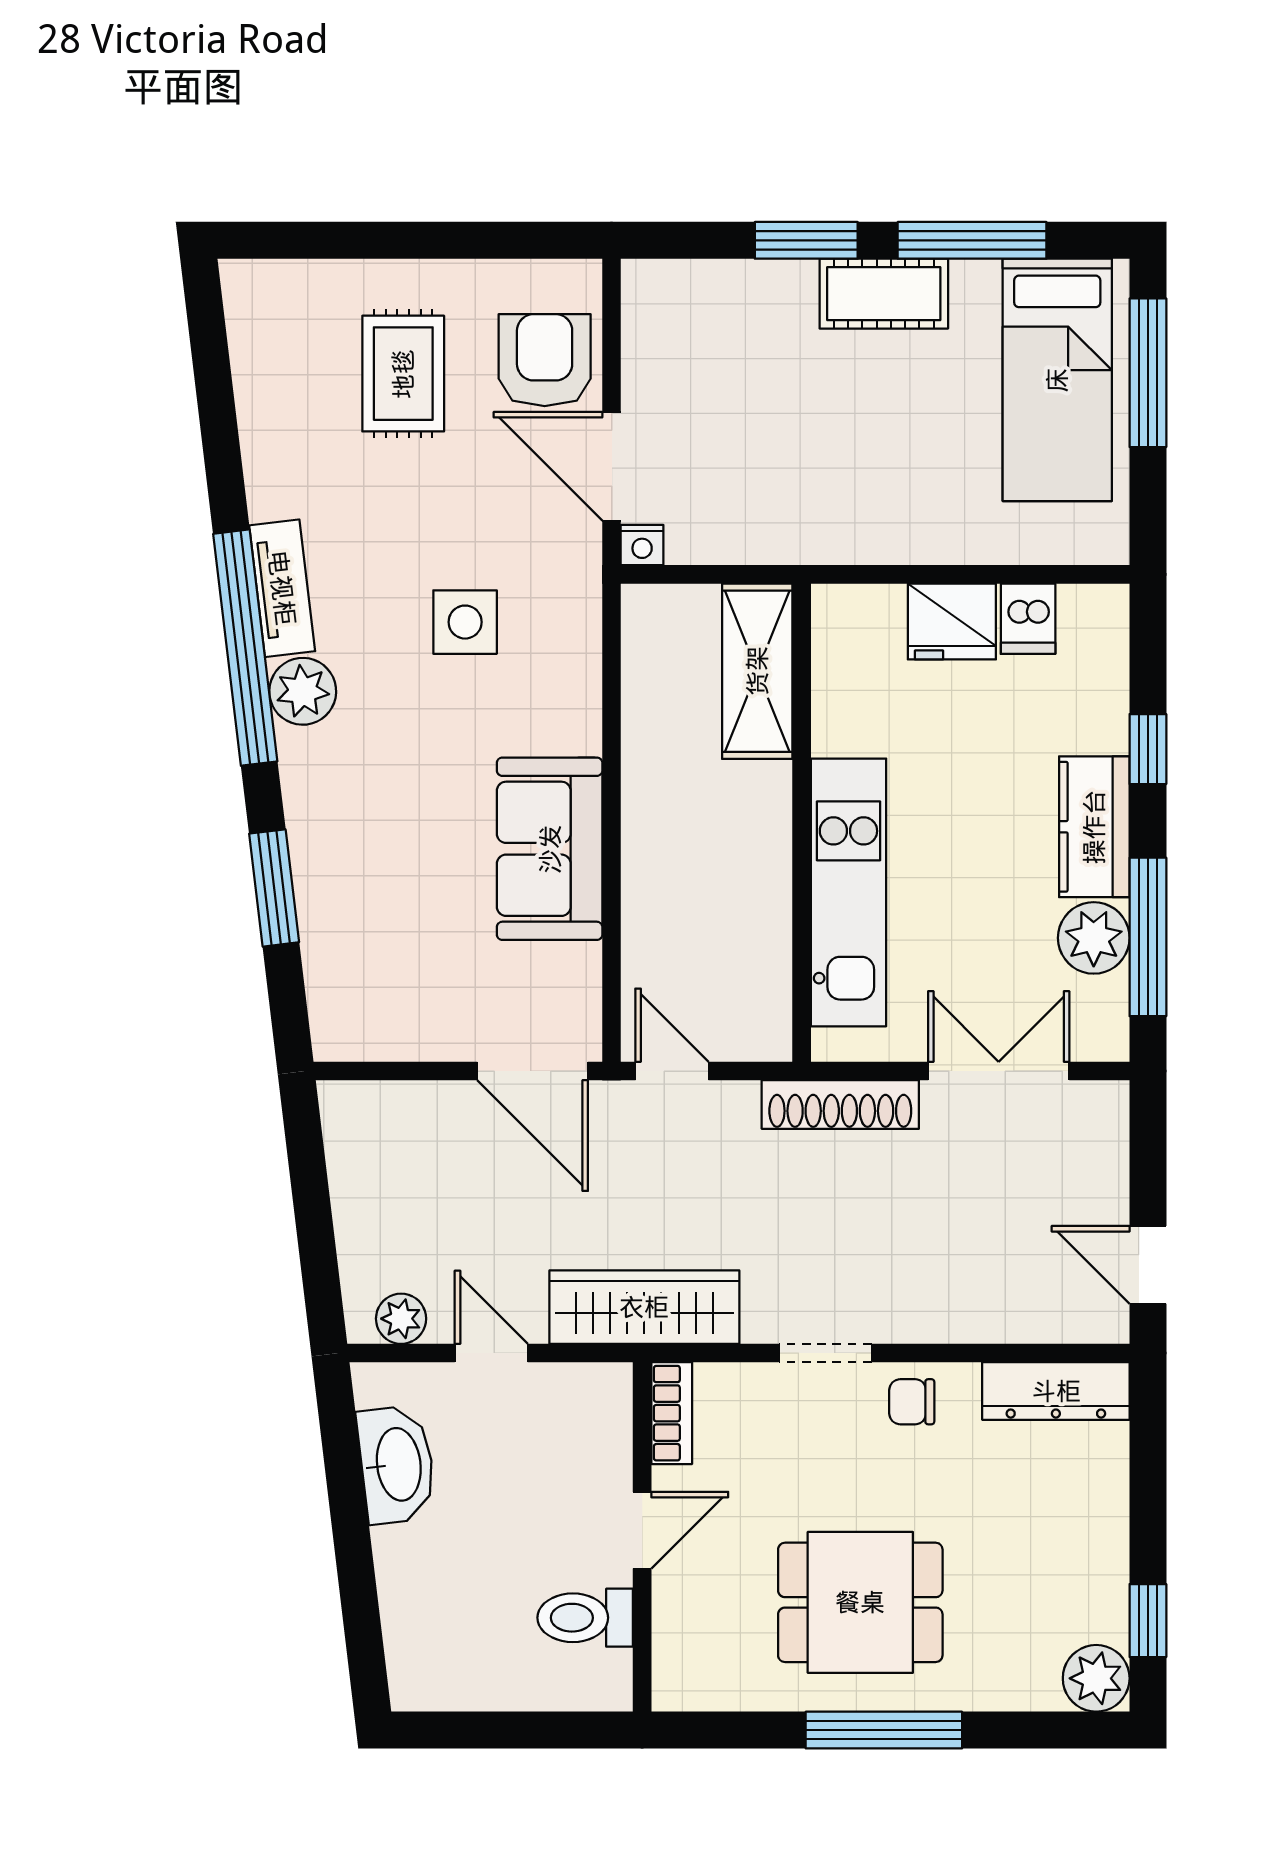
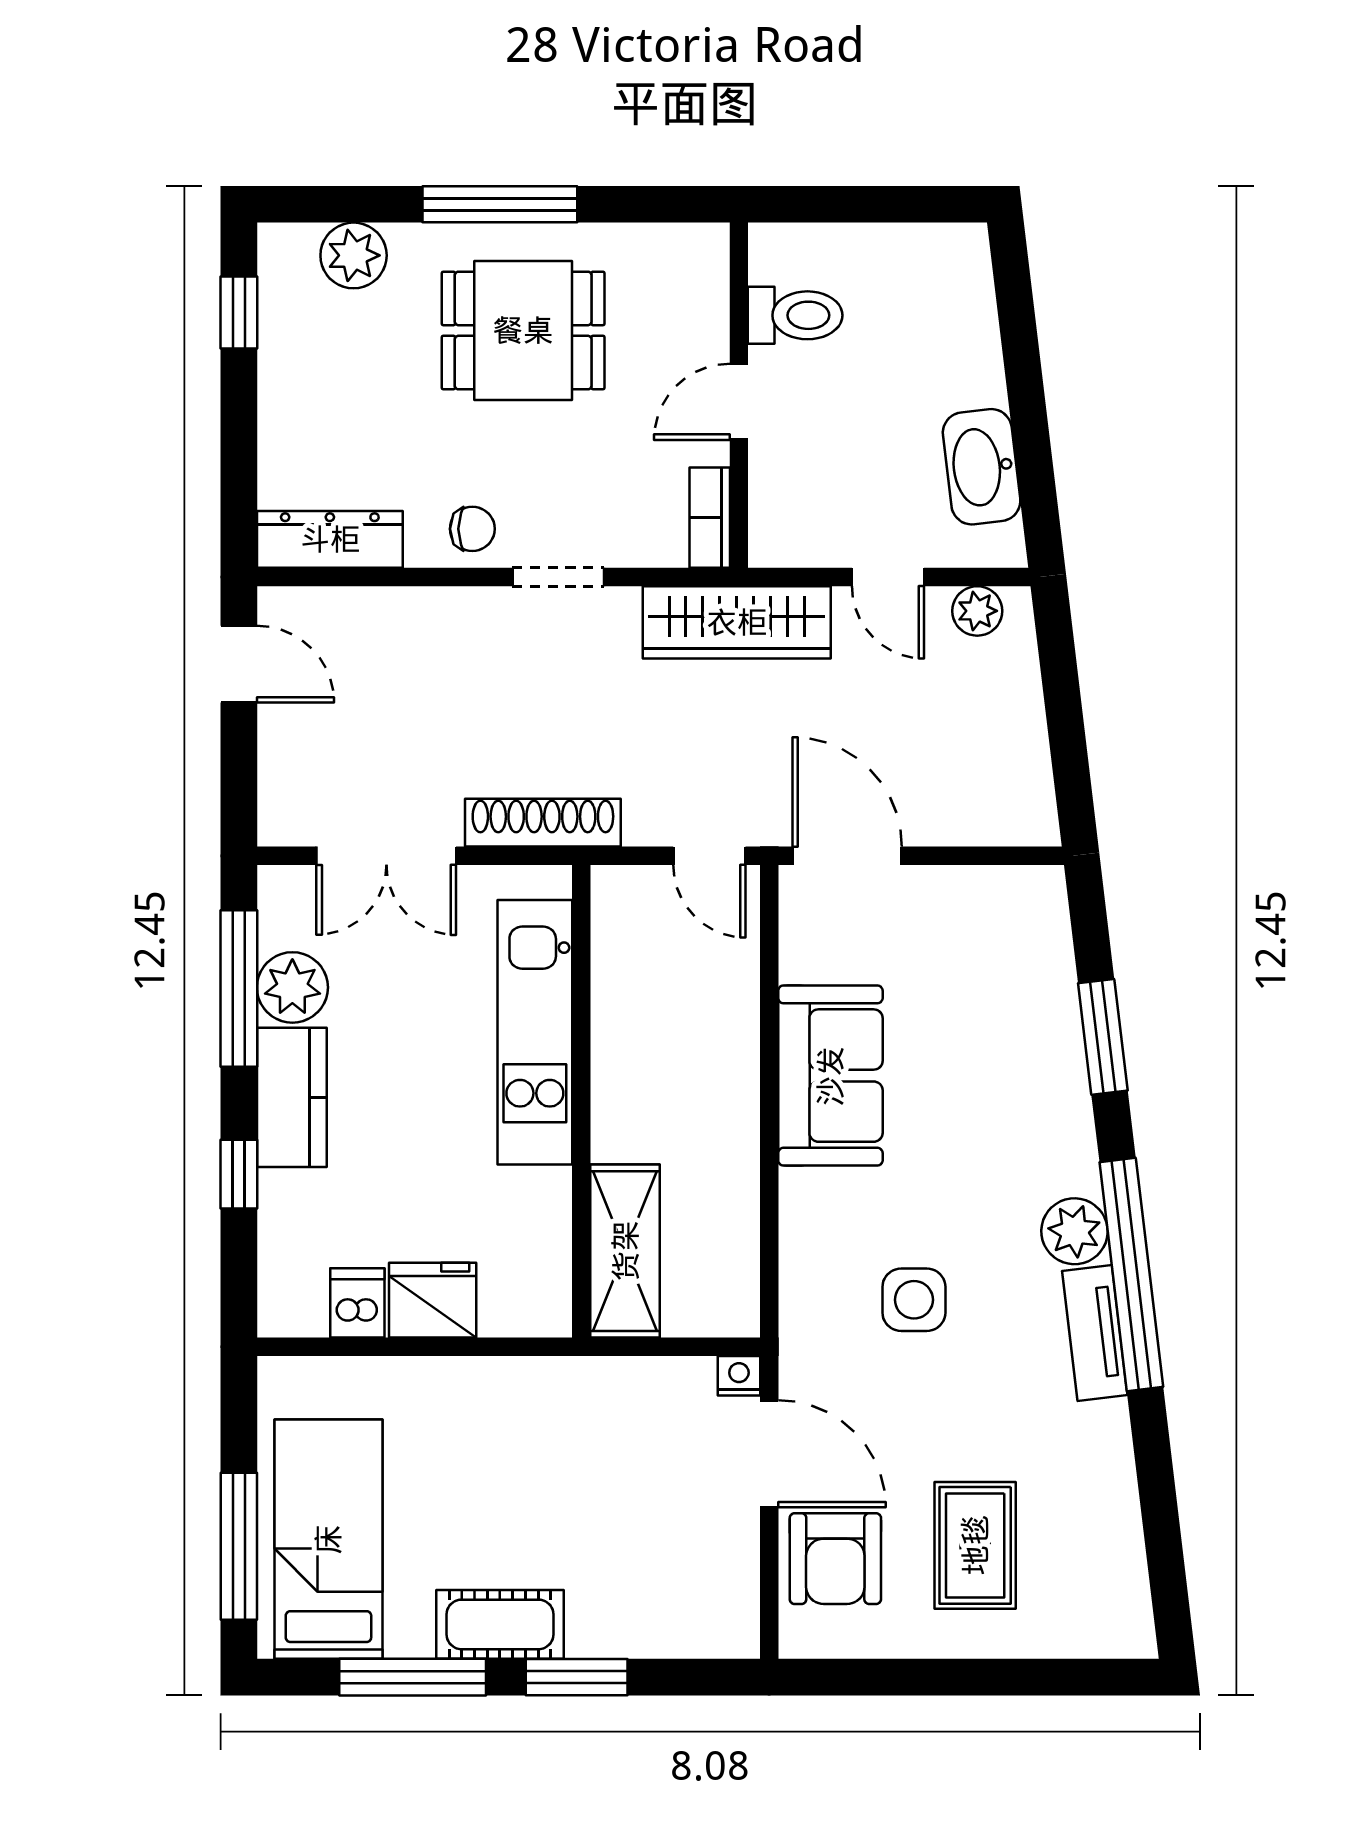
plant: (1096, 1678) -> (354, 255), moved

